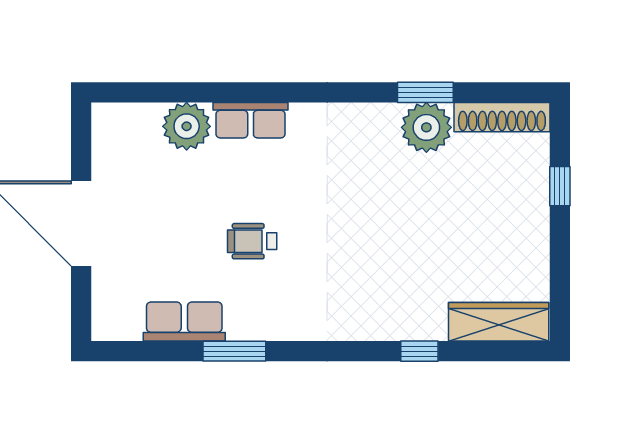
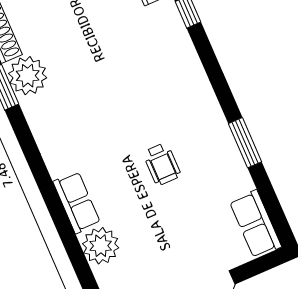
row of seats: (184, 321) -> (255, 224), moved

